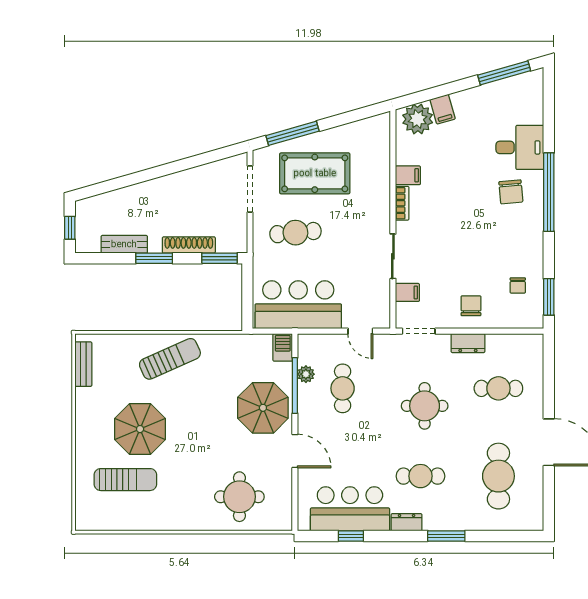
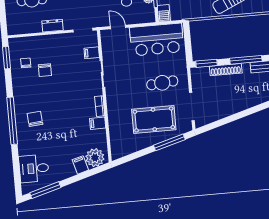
desk: (520, 147) -> (34, 168), moved
window: (154, 258) -> (246, 60), width x1.44
chair: (471, 306) -> (45, 70), moved

